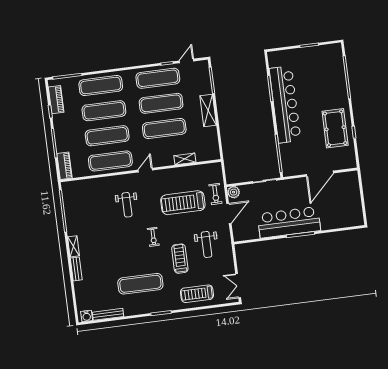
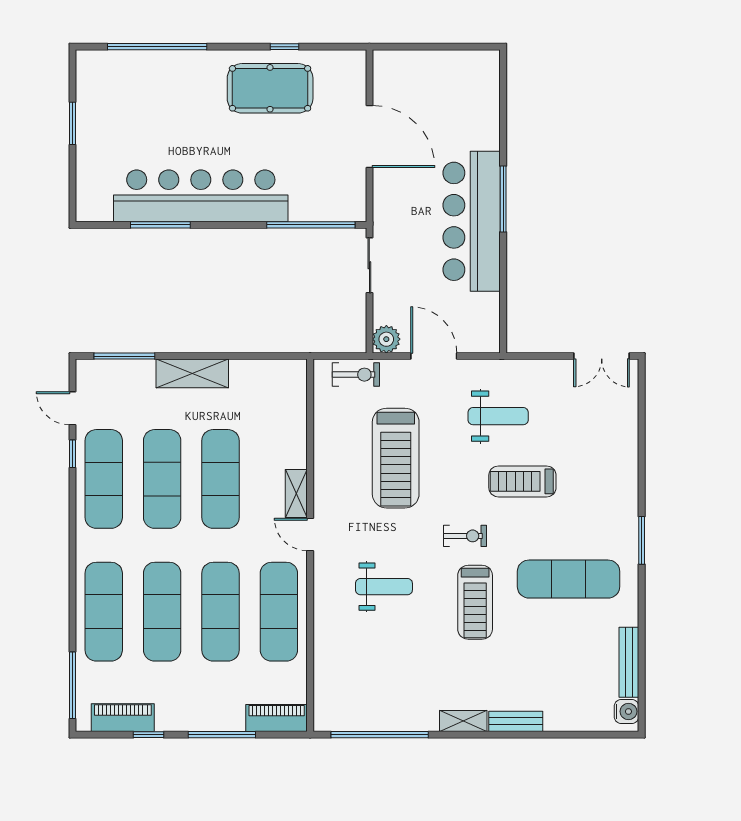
shelving: (185, 159) -> (296, 493), moved
exercise bike: (215, 194) -> (356, 375), moved
exercise mat: (140, 284) -> (569, 579), turned 90
treadmill: (197, 294) -> (475, 602), moved

